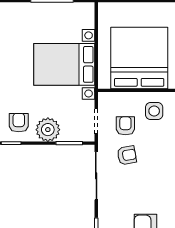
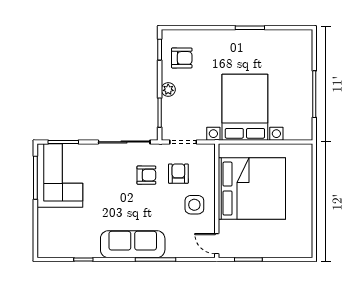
armchair: (125, 126) -> (178, 174), turned -90
plant: (48, 130) -> (168, 89), width x0.53, depth x0.53
armchair: (127, 155) -> (146, 175), turned -80

